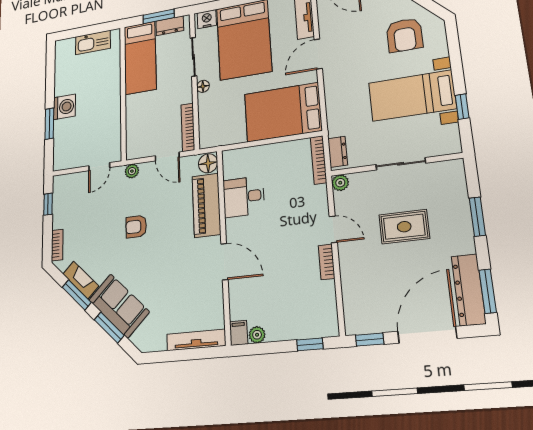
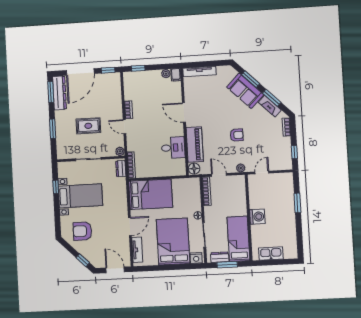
armchair: (404, 35) -> (82, 231), turned -90
washing machine: (64, 107) -> (257, 217), moved, turned 180

